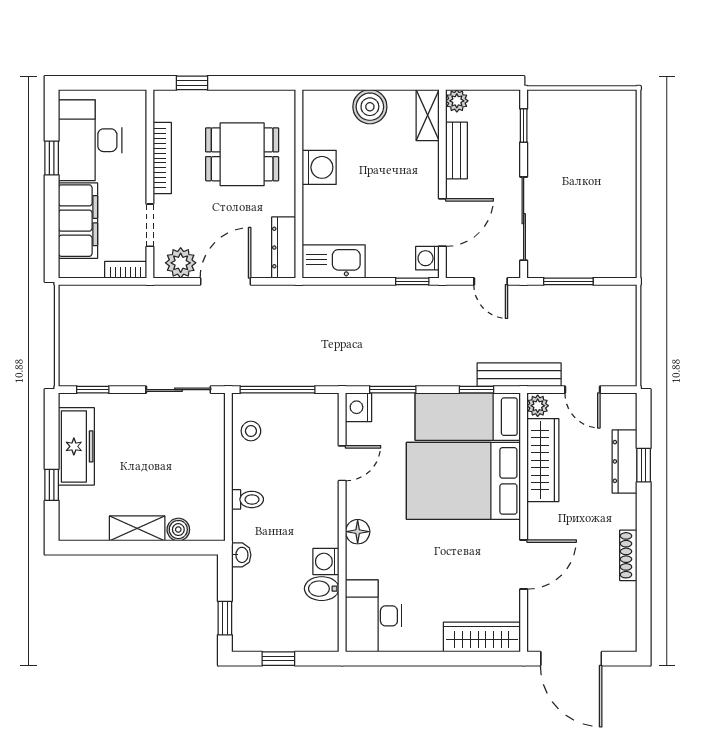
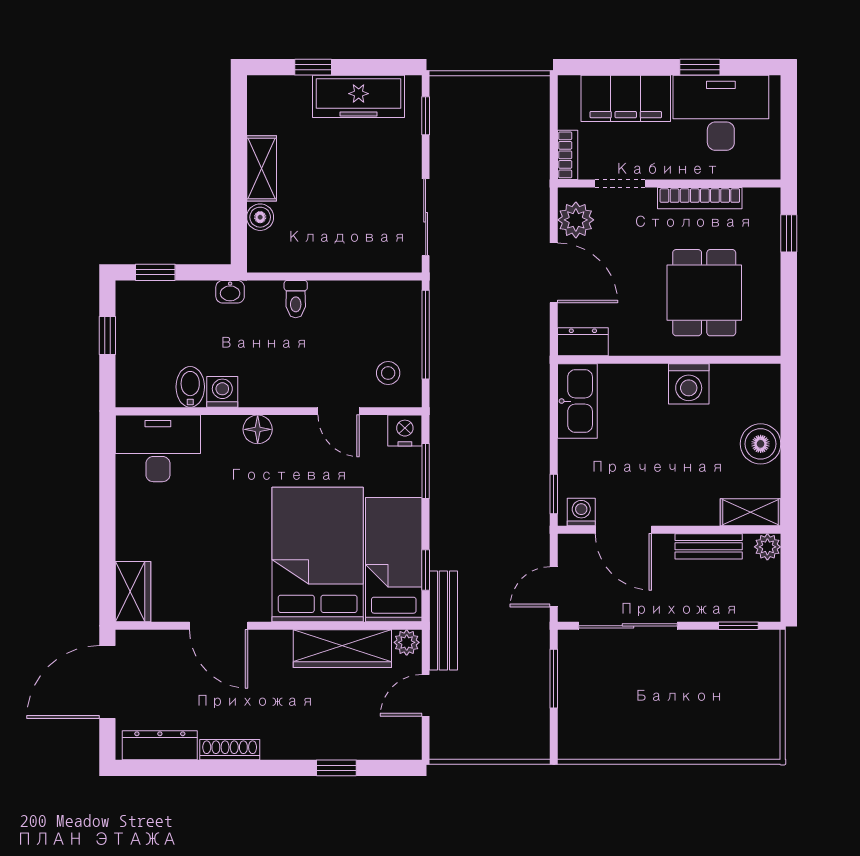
dresser: (284, 248) -> (583, 342), width x0.70
stool: (251, 431) -> (388, 373), moved
dresser: (624, 461) -> (160, 745), moved
wardrobe: (482, 637) -> (133, 592), width x0.67

